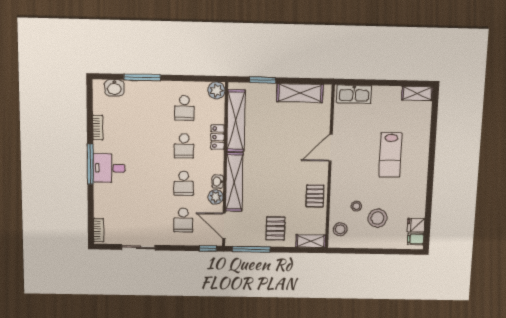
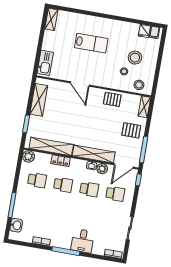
desk: (109, 168) -> (83, 241), moved

